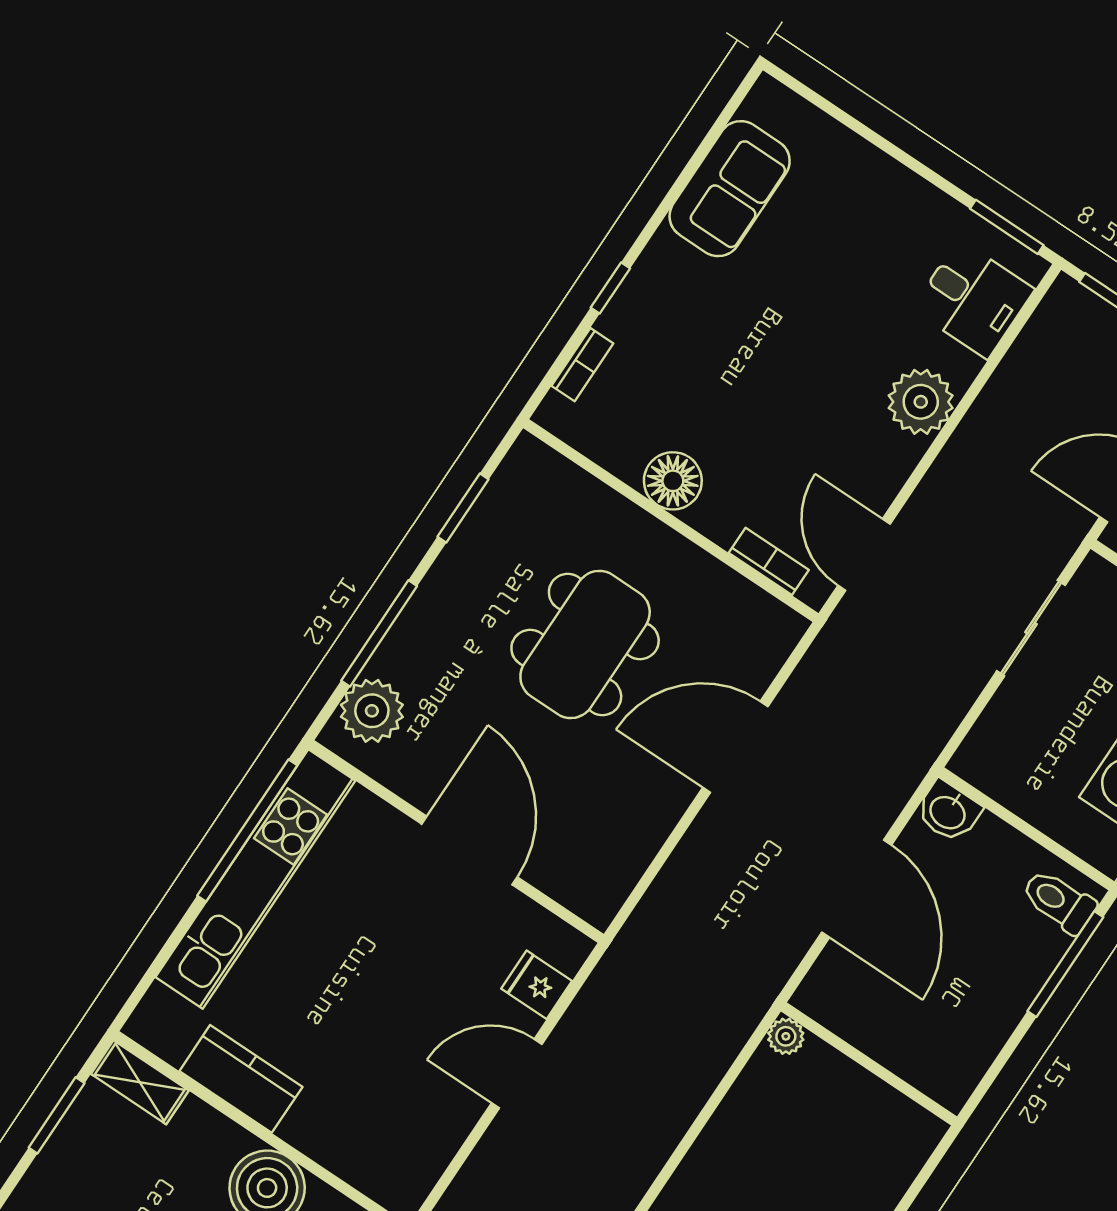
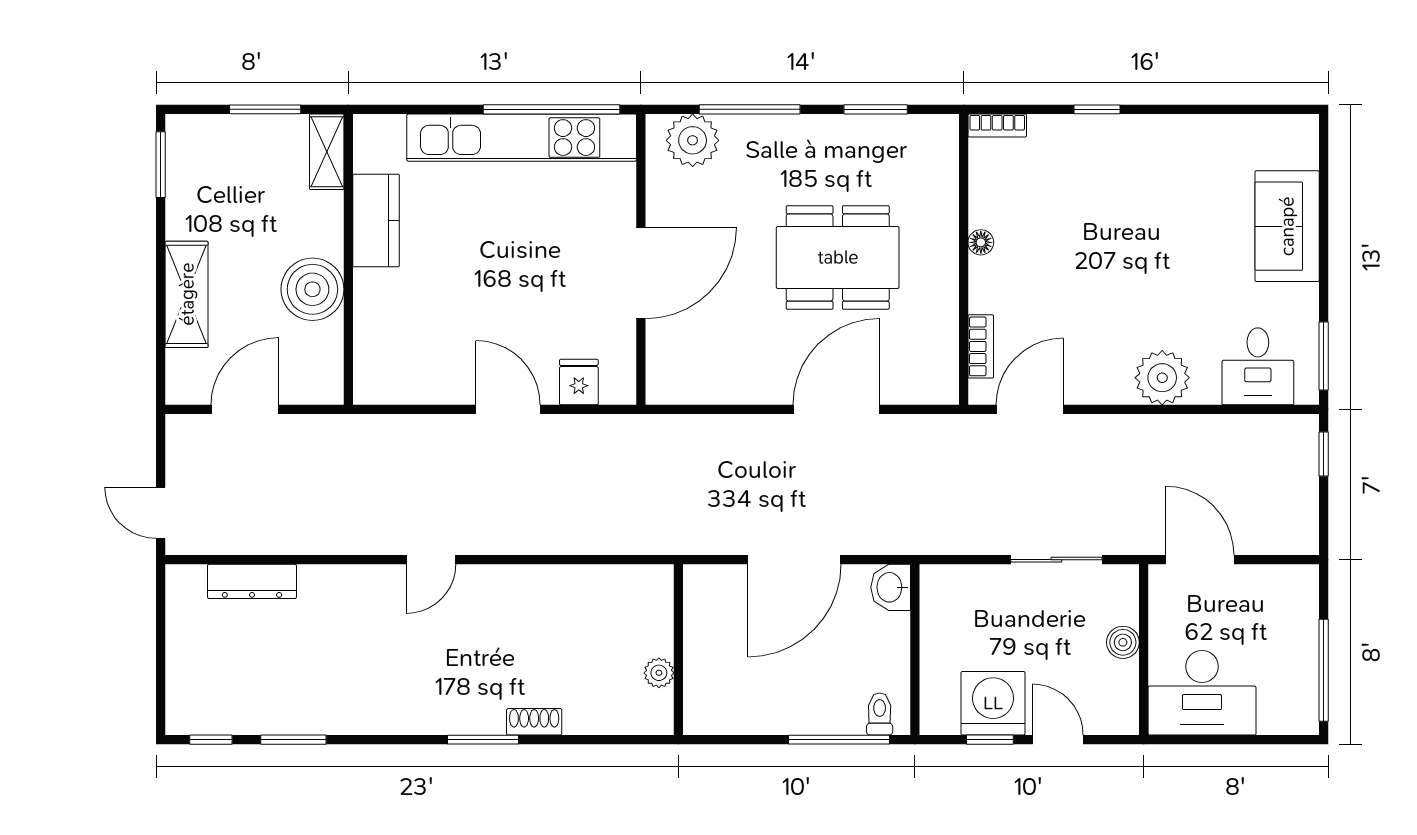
sofa: (730, 189) -> (1287, 226), moved, turned 90
bookcase: (582, 365) -> (997, 126), moved
floor lamp: (673, 481) -> (981, 242), width x0.53, depth x0.53
door: (735, 747) -> (836, 409), hinge flipped
toilet: (1059, 901) -> (880, 714), width x0.73, depth x0.72
plant: (786, 1036) -> (659, 673), moved

